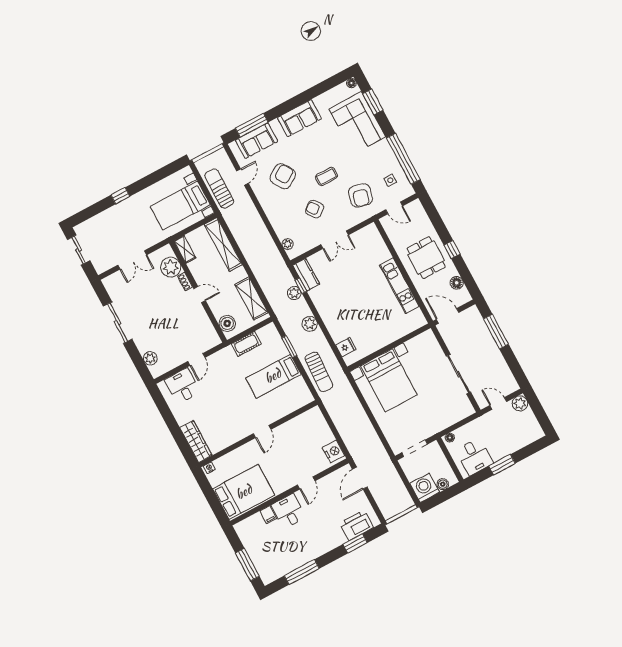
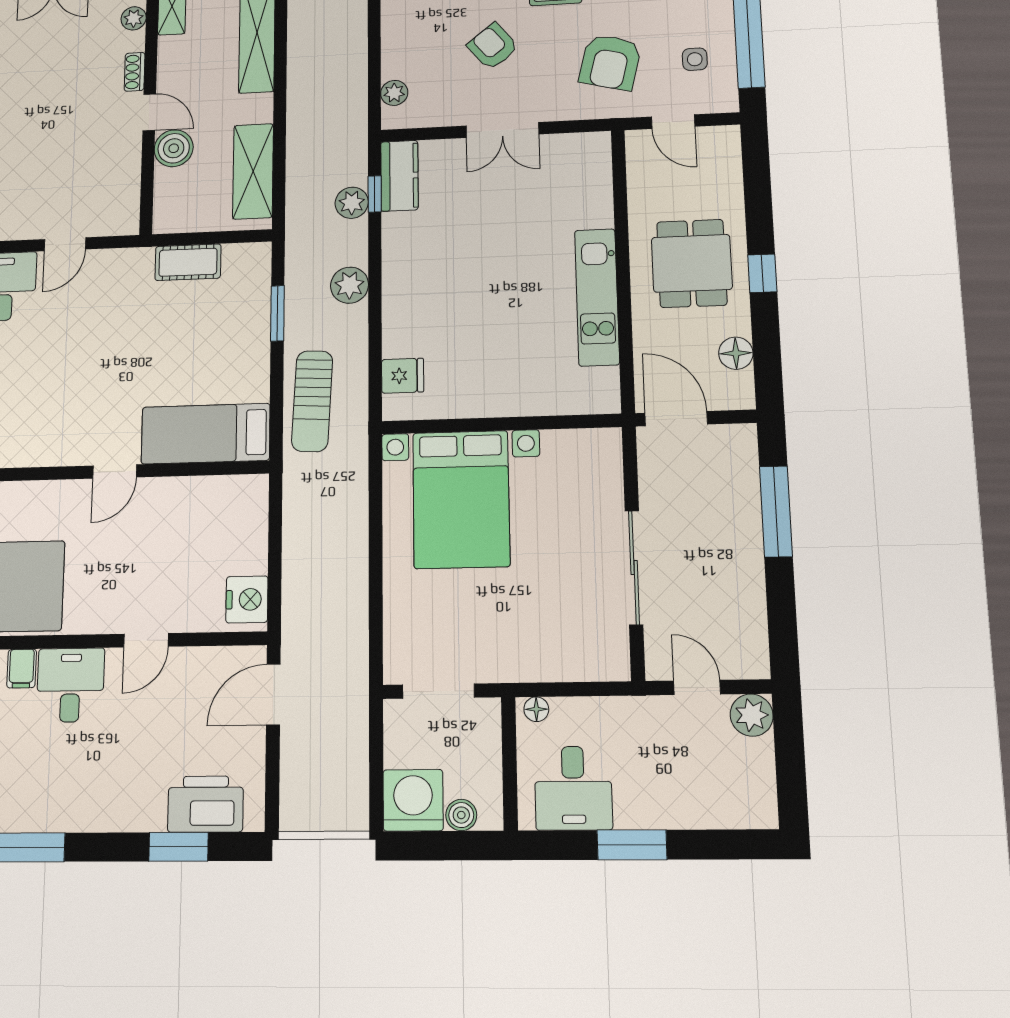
plant: (171, 267) -> (134, 18), width x0.53, depth x0.53
boiler: (227, 323) -> (174, 148), moved
bed: (273, 376) -> (206, 434), moved

